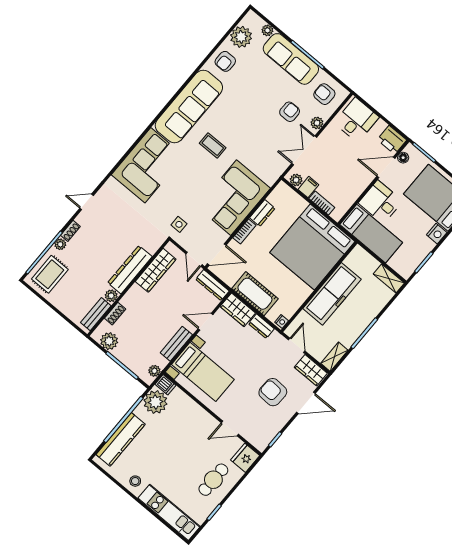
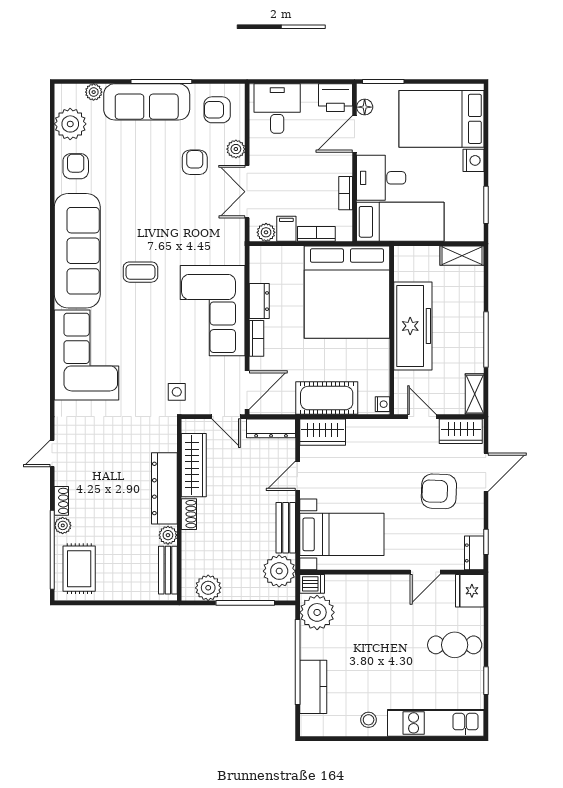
armchair: (225, 61) -> (76, 166), turned 180
bookcase: (355, 194) -> (346, 193), added
shoe rack: (115, 314) -> (189, 514), moved
dresser: (261, 326) -> (474, 553), moved, turned 90
plant: (154, 371) -> (279, 571), width x1.88, depth x1.88
kitchen counter: (121, 439) -> (313, 687), width x0.67
cafe table: (213, 480) -> (455, 645), turned 90

